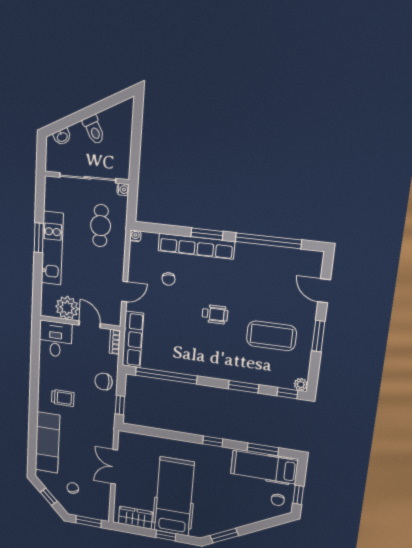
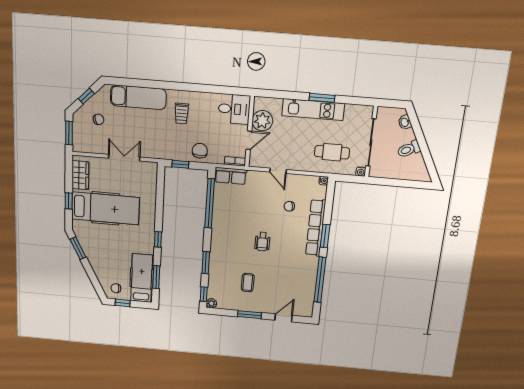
coffee table: (271, 336) -> (248, 283), width x0.54, depth x0.58
row of seats: (133, 339) -> (231, 176), width x0.68

